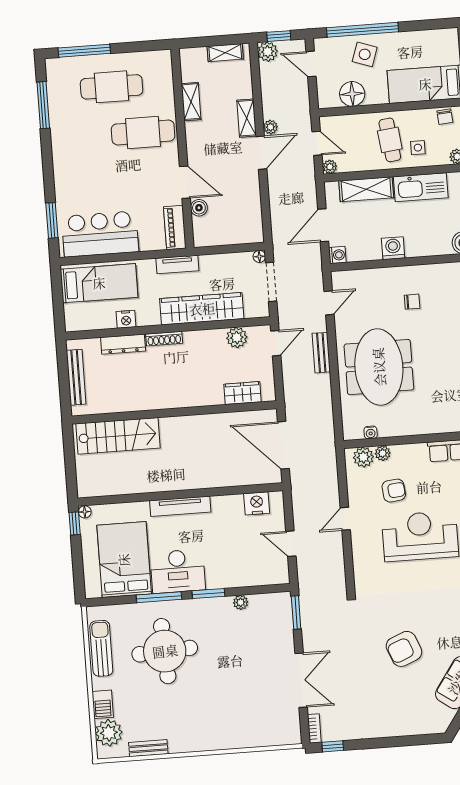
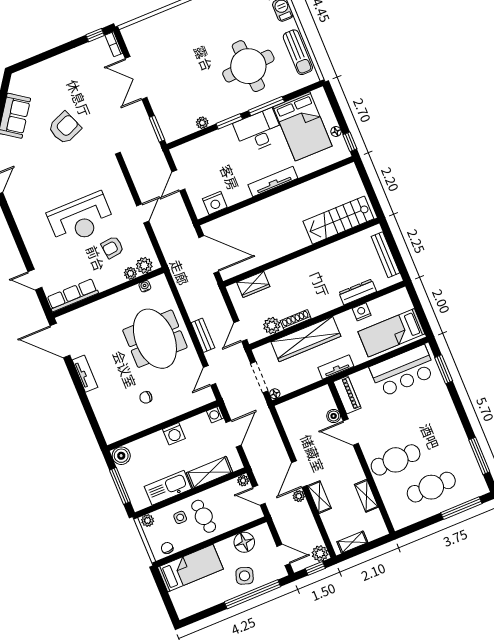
shoe rack: (164, 339) -> (296, 320), moved
floor lamp: (85, 512) -> (336, 131), moved
door: (291, 544) -> (178, 181), swing flipped

